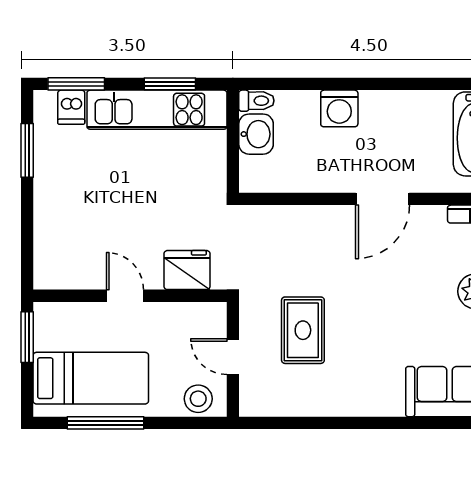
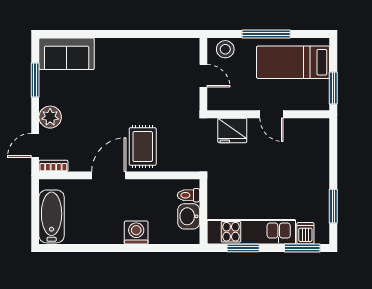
toilet: (256, 101) -> (188, 195), moved
rug: (303, 330) -> (143, 146), moved
window: (105, 423) -> (266, 34), moved

